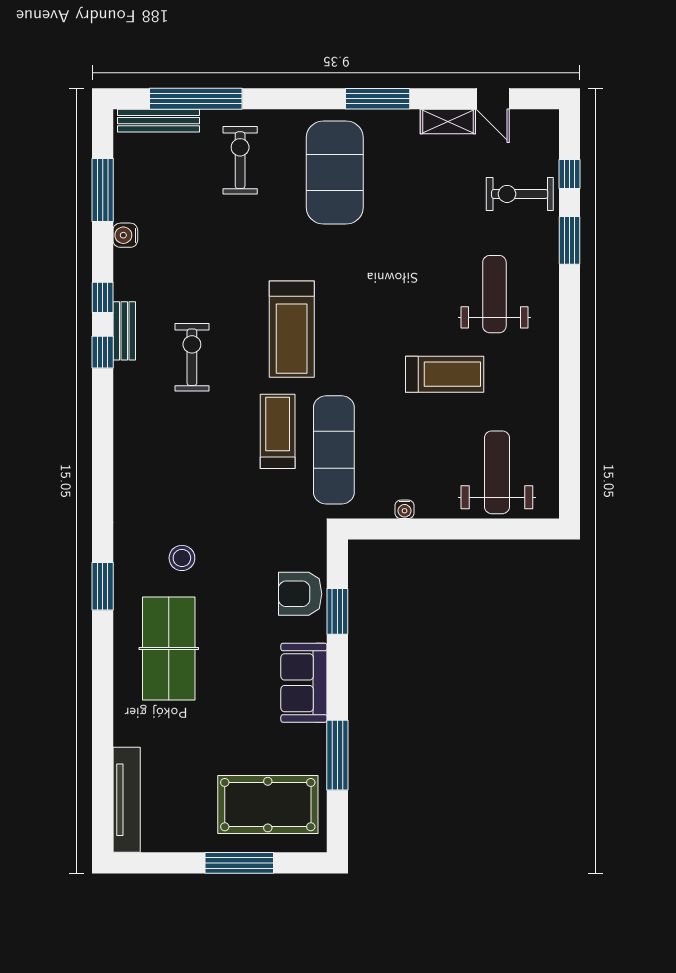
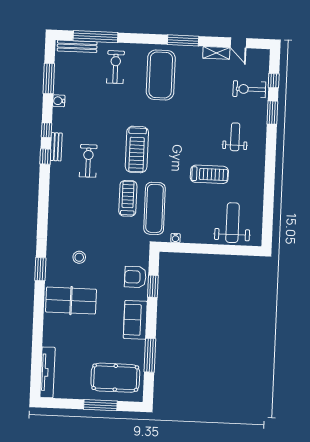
weight bench: (494, 294) -> (235, 137), width x0.73, depth x0.75
water cooler: (405, 509) -> (176, 238), moved
table tennis table: (169, 649) -> (71, 301), turned 90

